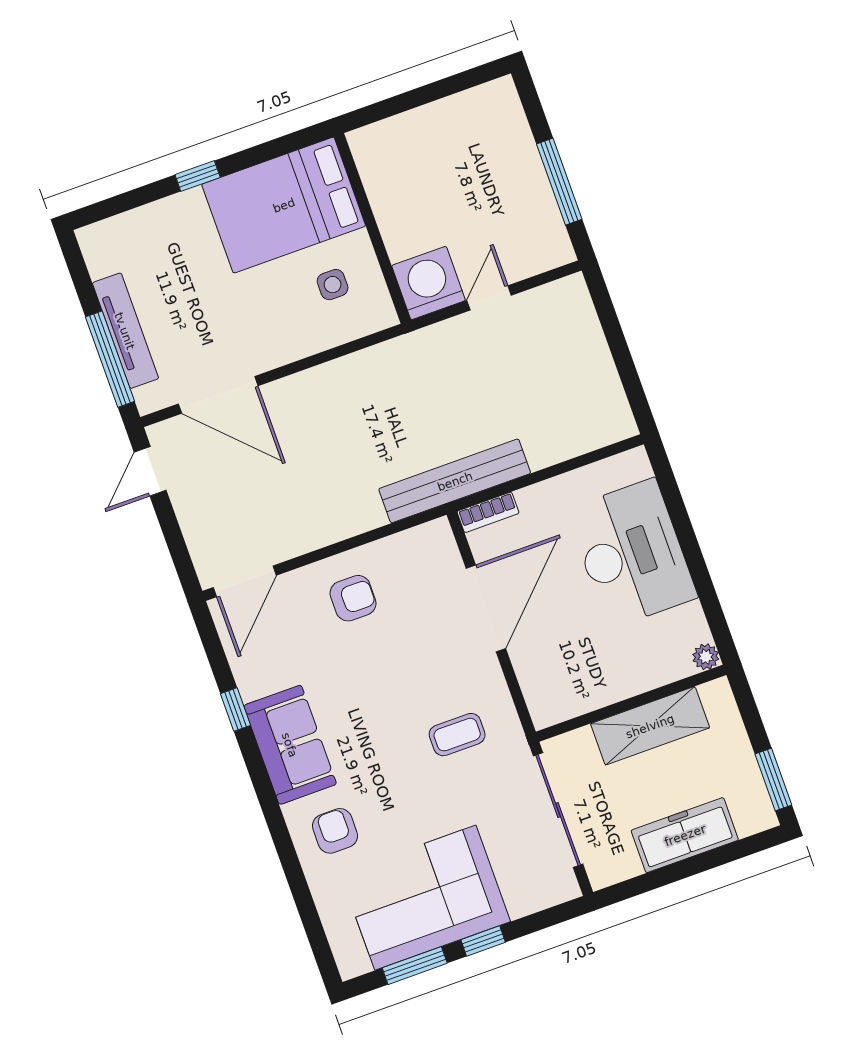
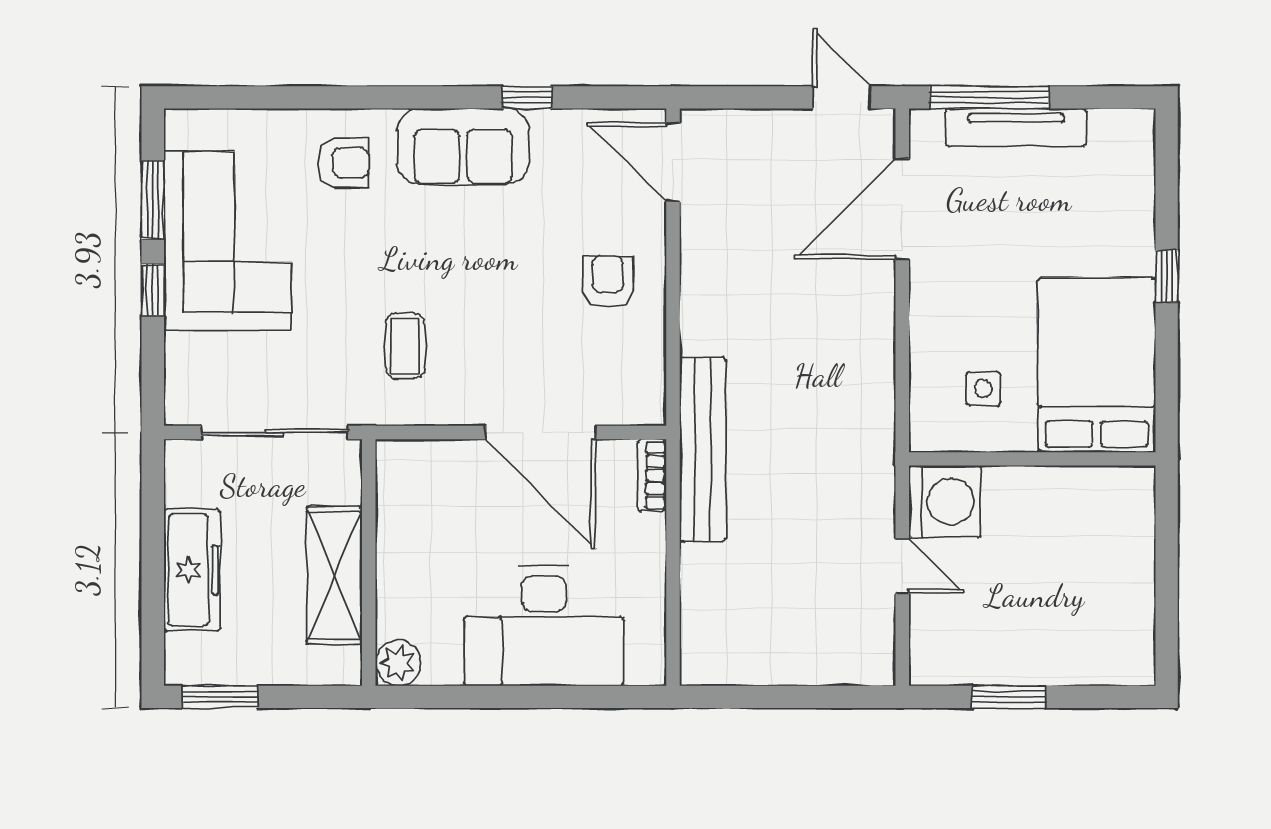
window: (559, 182) -> (1009, 697), width x0.69
armchair: (353, 598) -> (608, 281), turned 180
plant: (706, 657) -> (398, 663), width x1.38, depth x1.38

